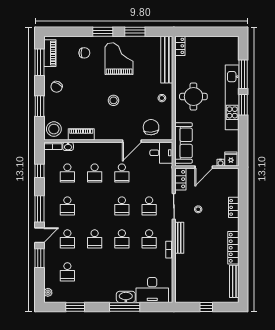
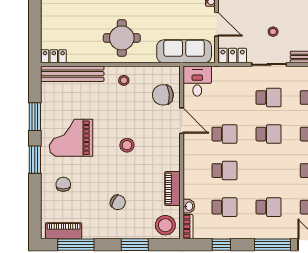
chair: (57, 87) -> (118, 202), moved

